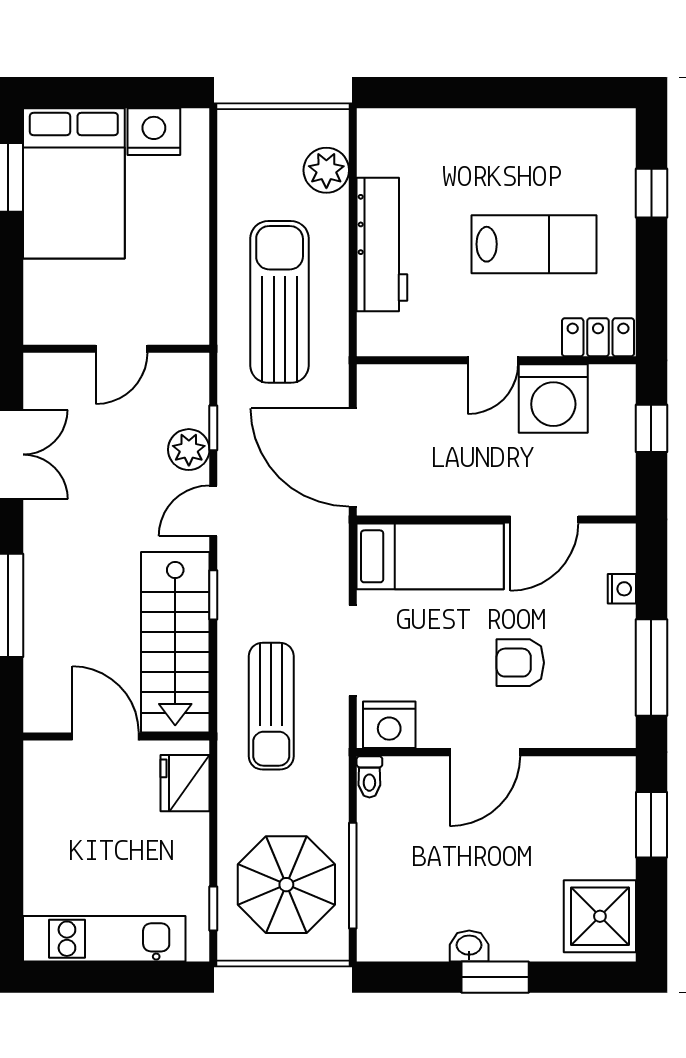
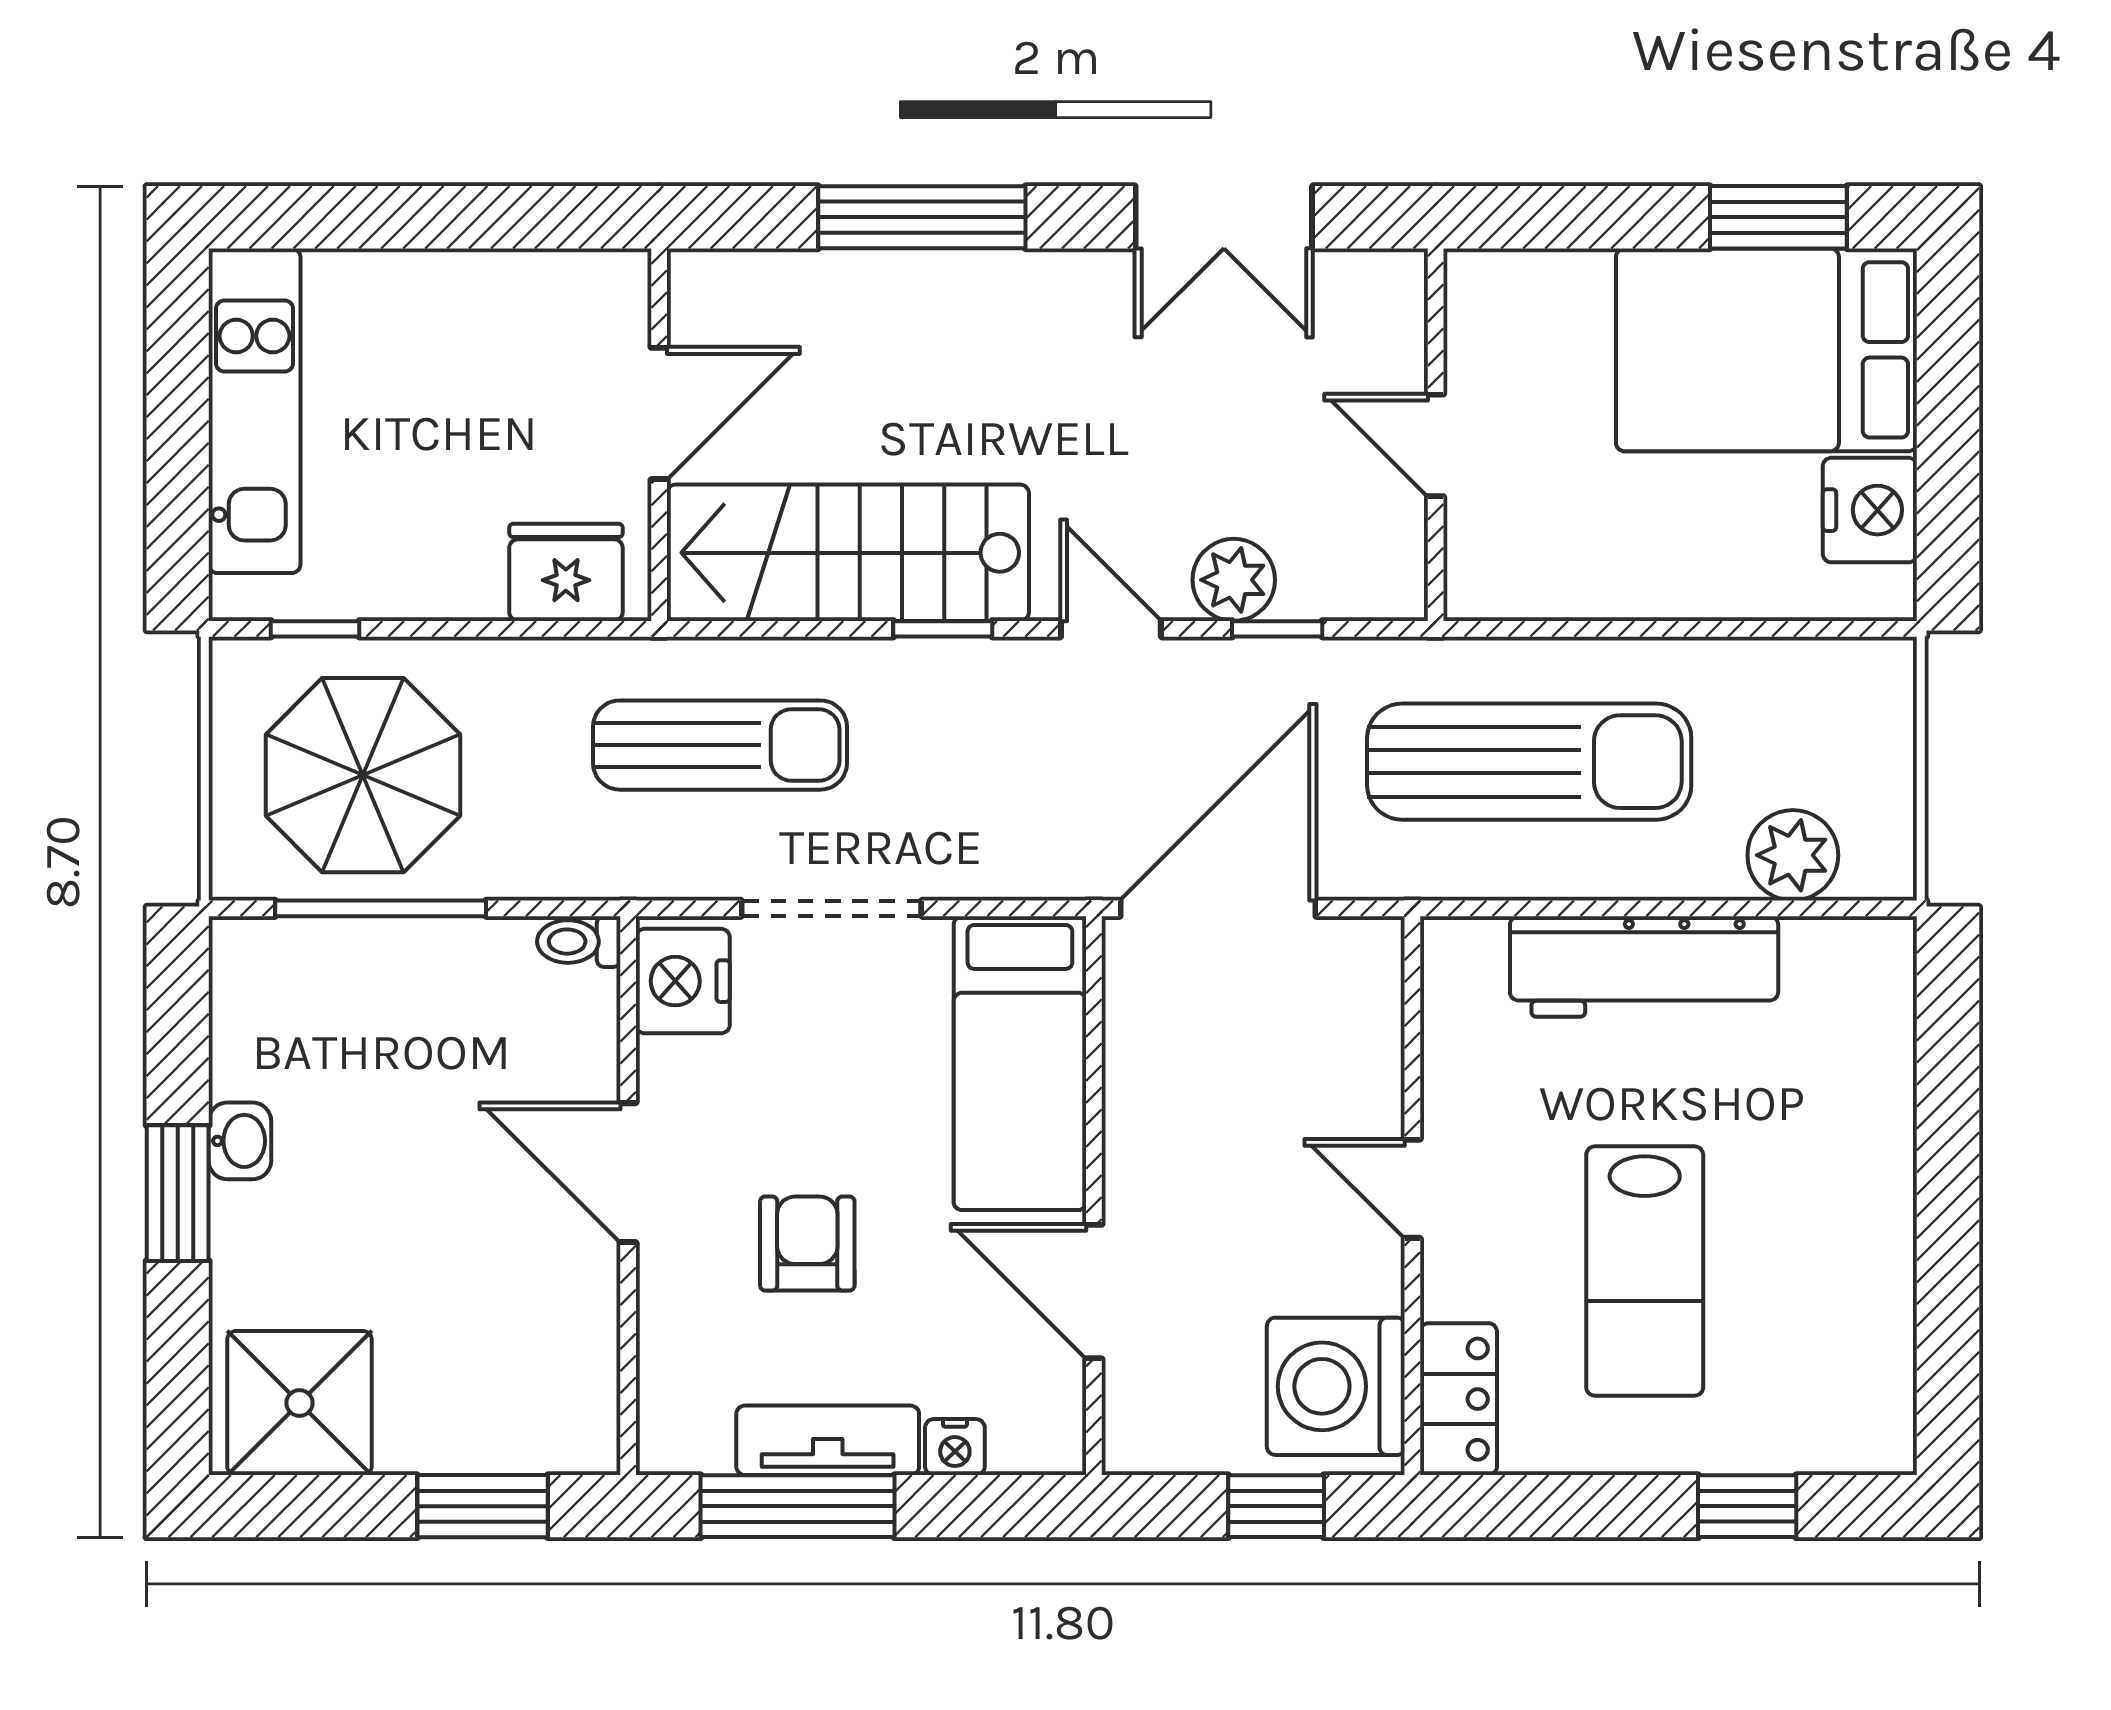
washing machine: (553, 399) -> (1336, 1386), moved
tv unit: (619, 652) -> (828, 1440), added
sun lounger: (271, 706) -> (720, 745), turned 180

